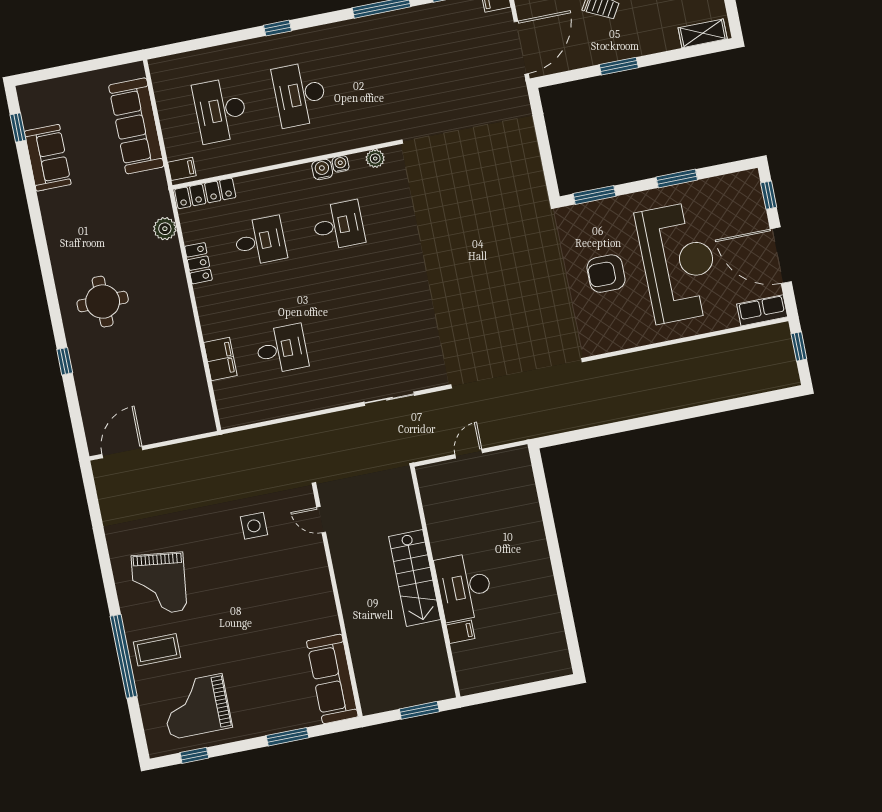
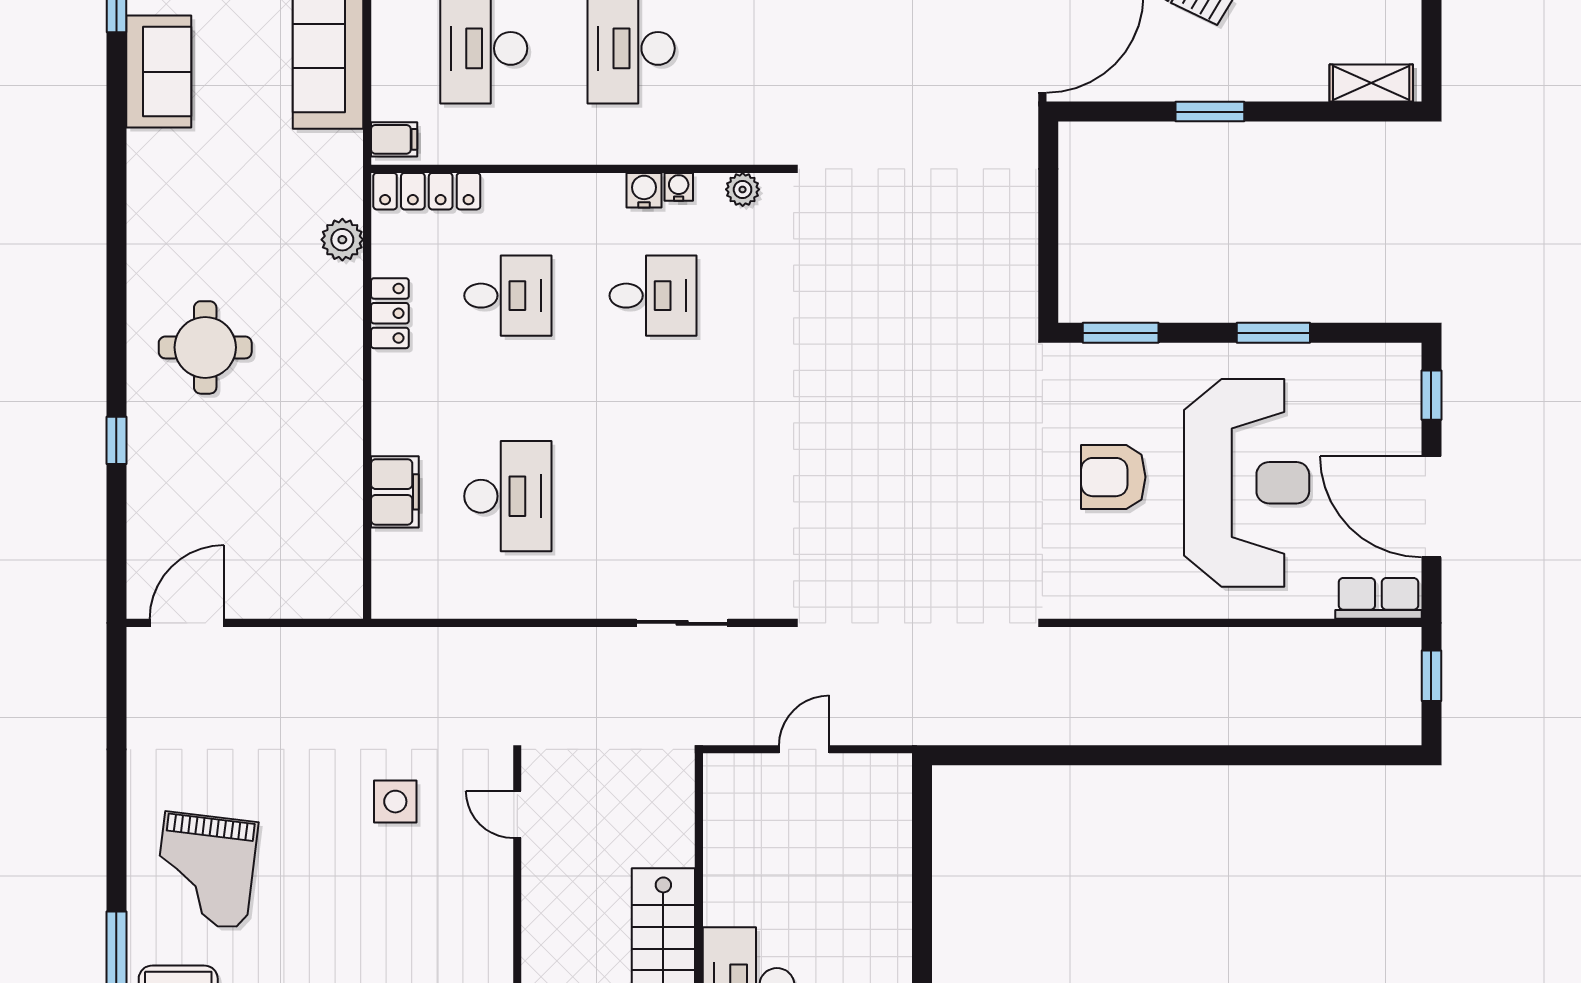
desk: (282, 349) -> (508, 496), width x1.37

